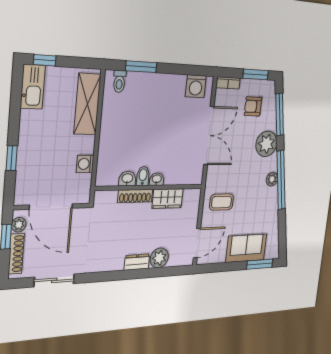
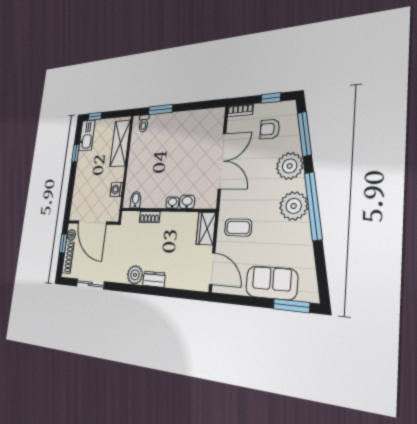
window: (256, 74) -> (271, 98), width x0.67
washing machine: (196, 86) -> (208, 118), removed
window: (12, 158) -> (75, 153), moved
bidet: (143, 176) -> (136, 200), moved
washbasin: (127, 179) -> (187, 202), moved
plant: (272, 179) -> (294, 206), width x1.88, depth x1.88
shoe rack: (135, 196) -> (150, 217), width x0.70
wardrobe: (168, 199) -> (206, 228), moved, turned 90
door: (197, 243) -> (212, 269), hinge flipped
plant: (159, 258) -> (135, 275), moved

